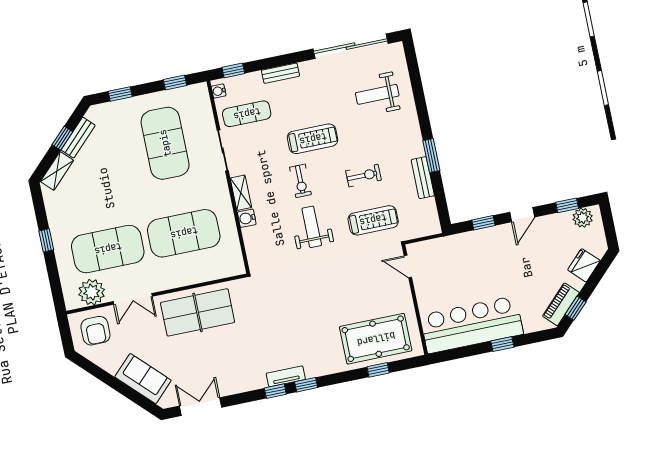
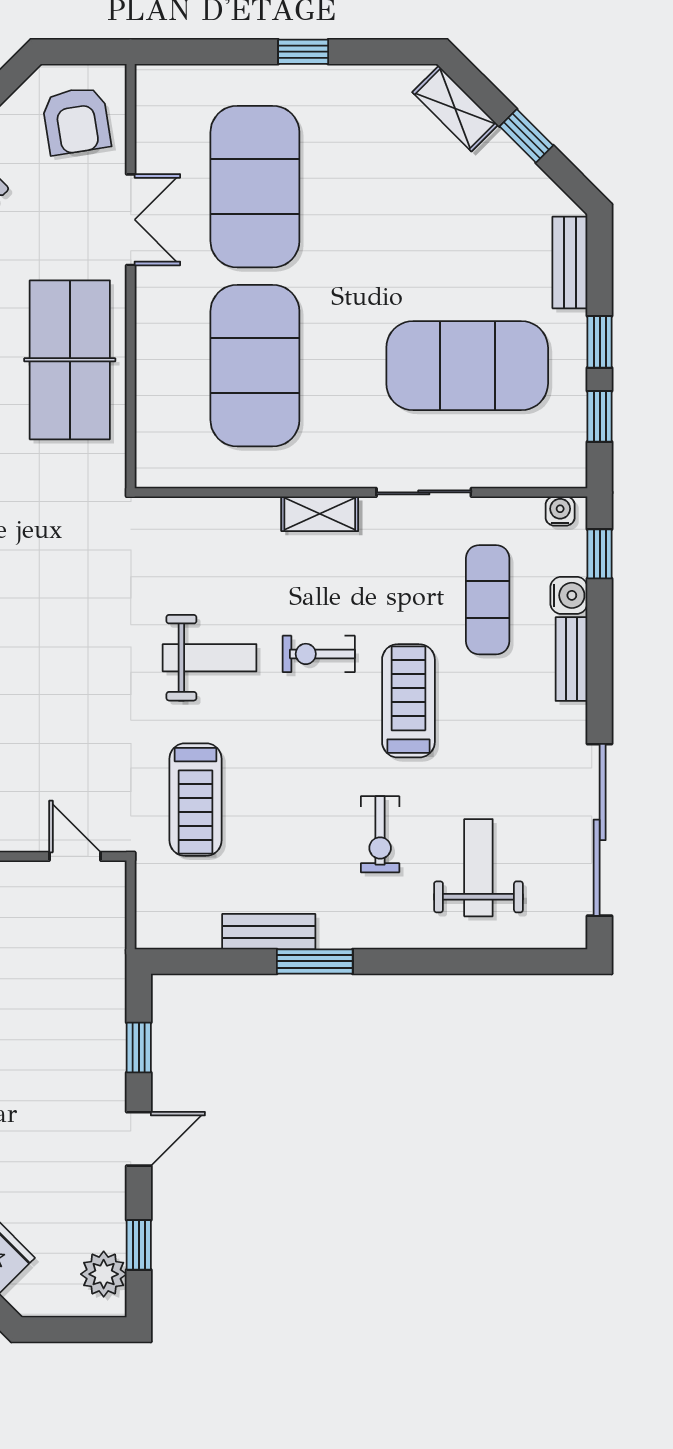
window: (120, 94) -> (600, 342), moved
exercise mat: (247, 114) -> (488, 600), moved
bench: (78, 138) -> (570, 262), moved, turned 45
treadmill: (313, 139) -> (408, 701), turned 180
exercise bike: (364, 176) -> (380, 834), moved
door: (522, 215) -> (139, 1139), swing flipped
water cooler: (247, 218) -> (569, 595), moved, turned 90
door: (408, 267) -> (75, 856), hinge flipped
plant: (92, 292) -> (165, 130), removed
double door: (133, 299) -> (131, 220), swing flipped
armchair: (95, 331) -> (76, 121), turned -99

